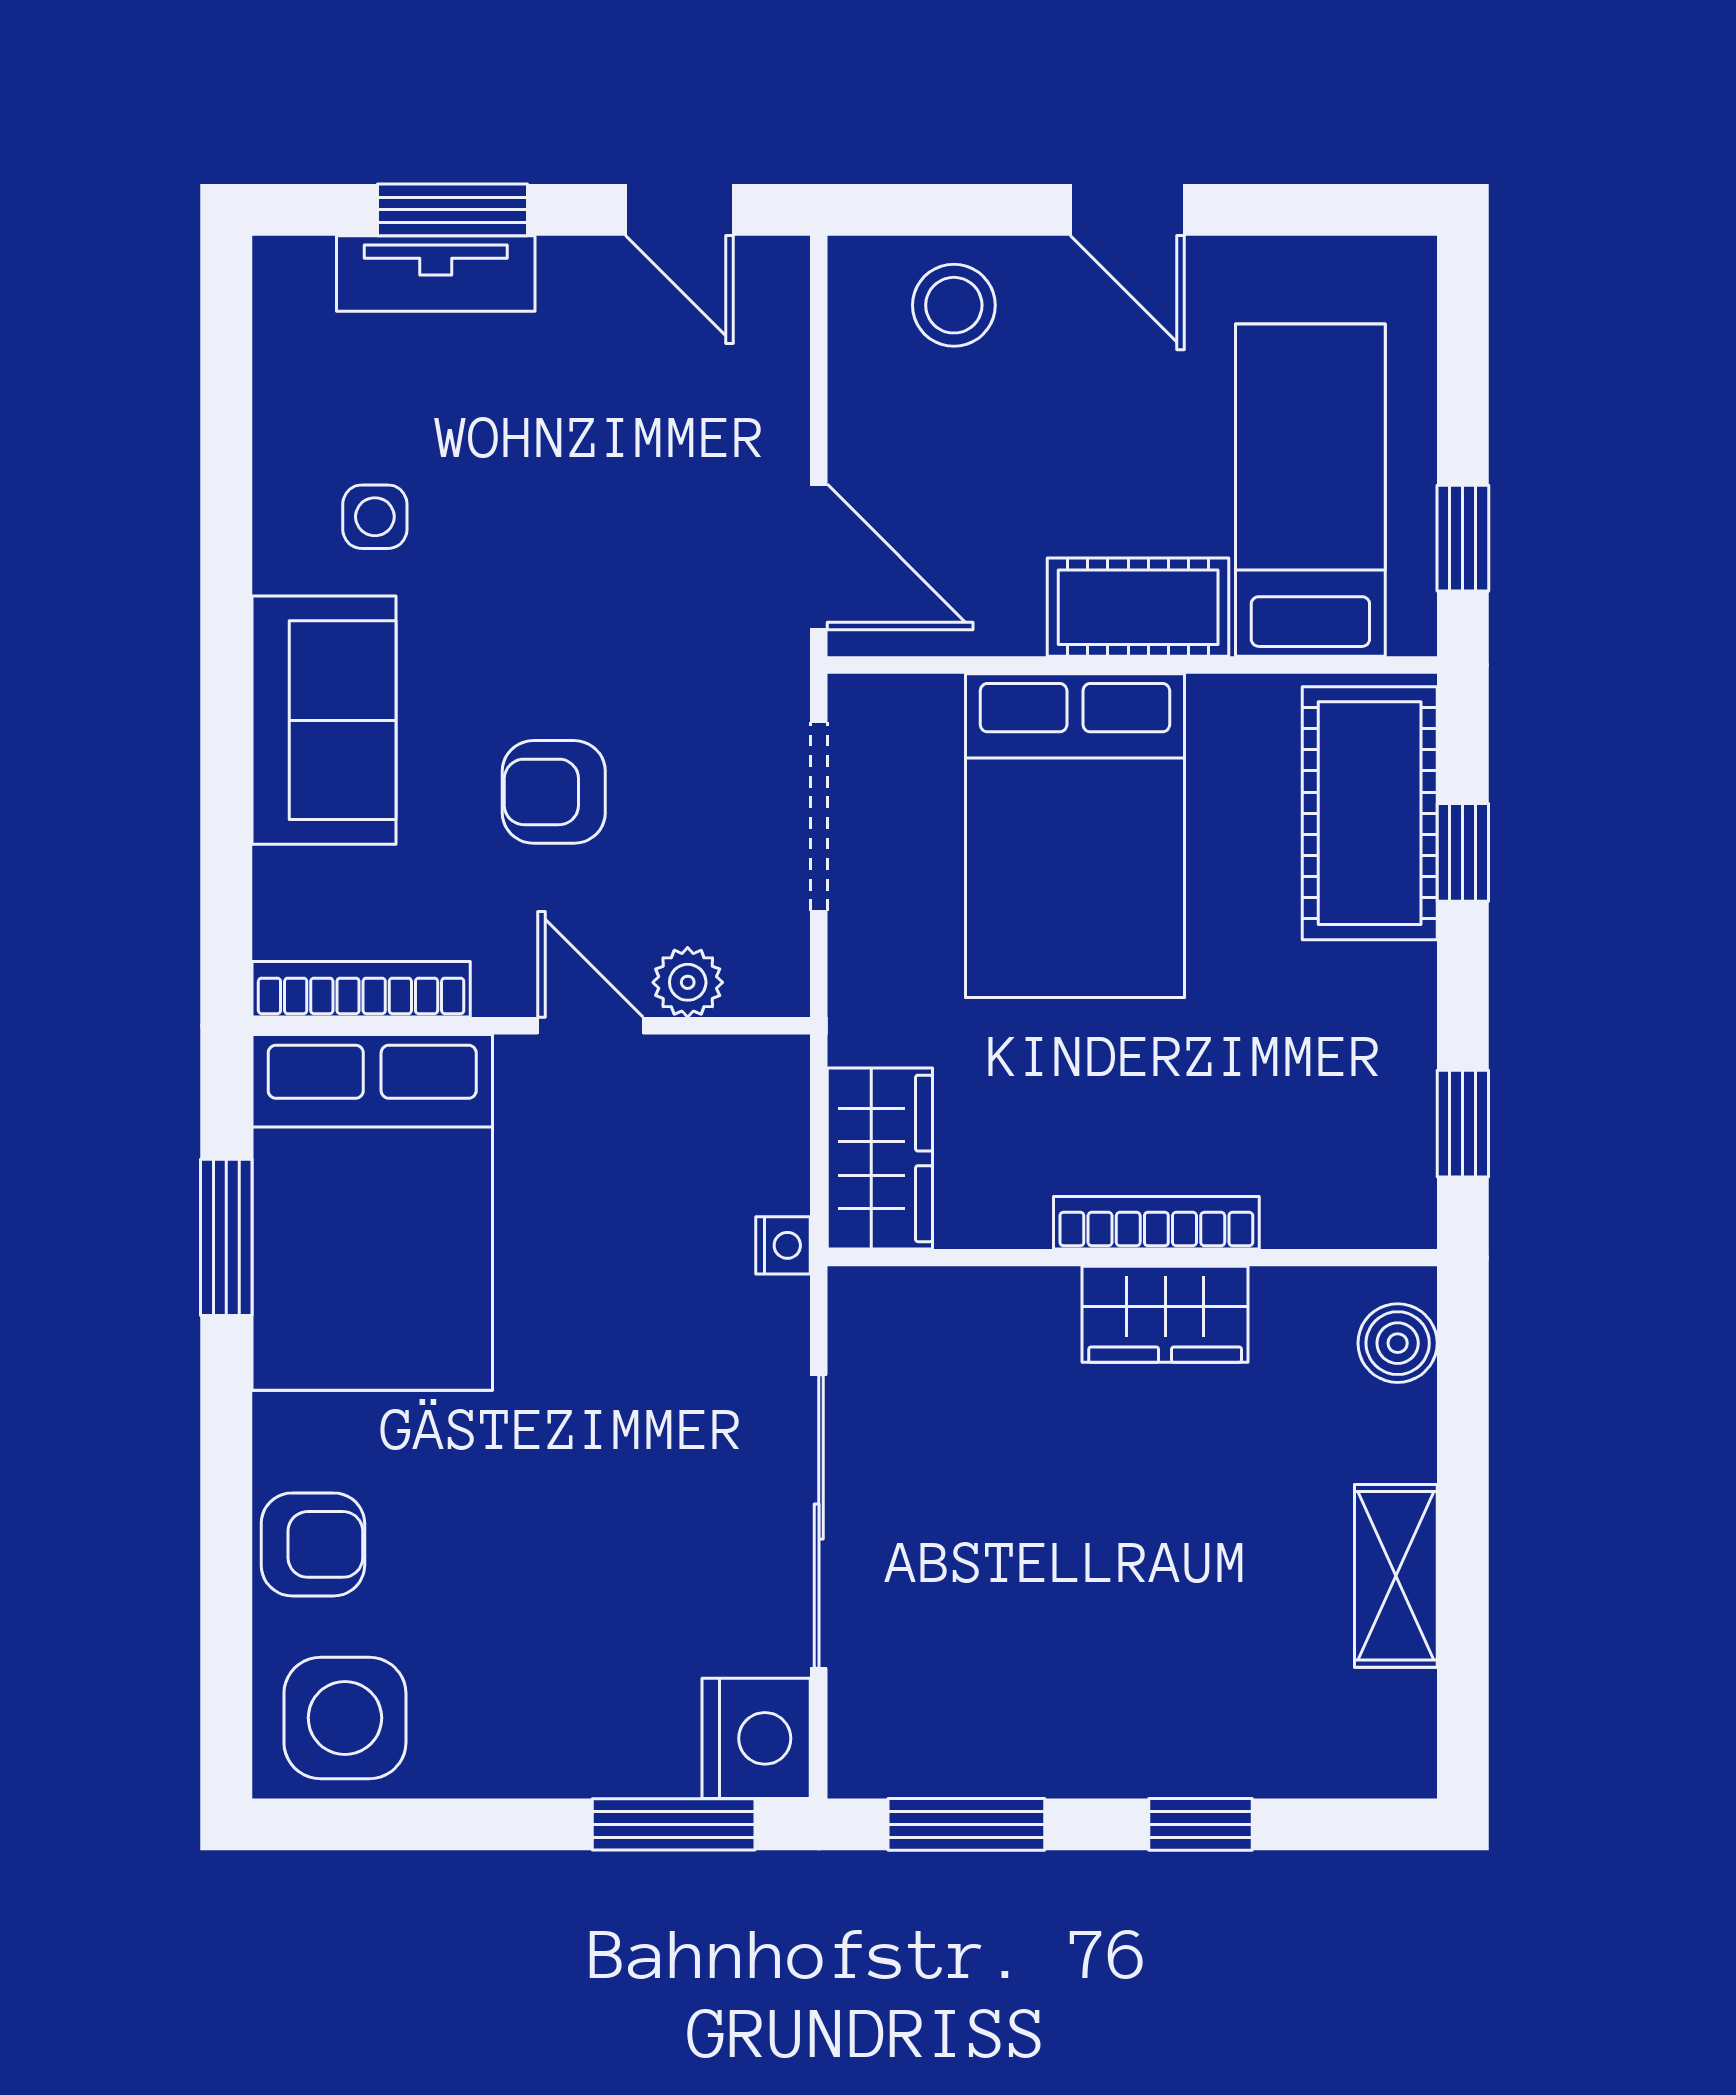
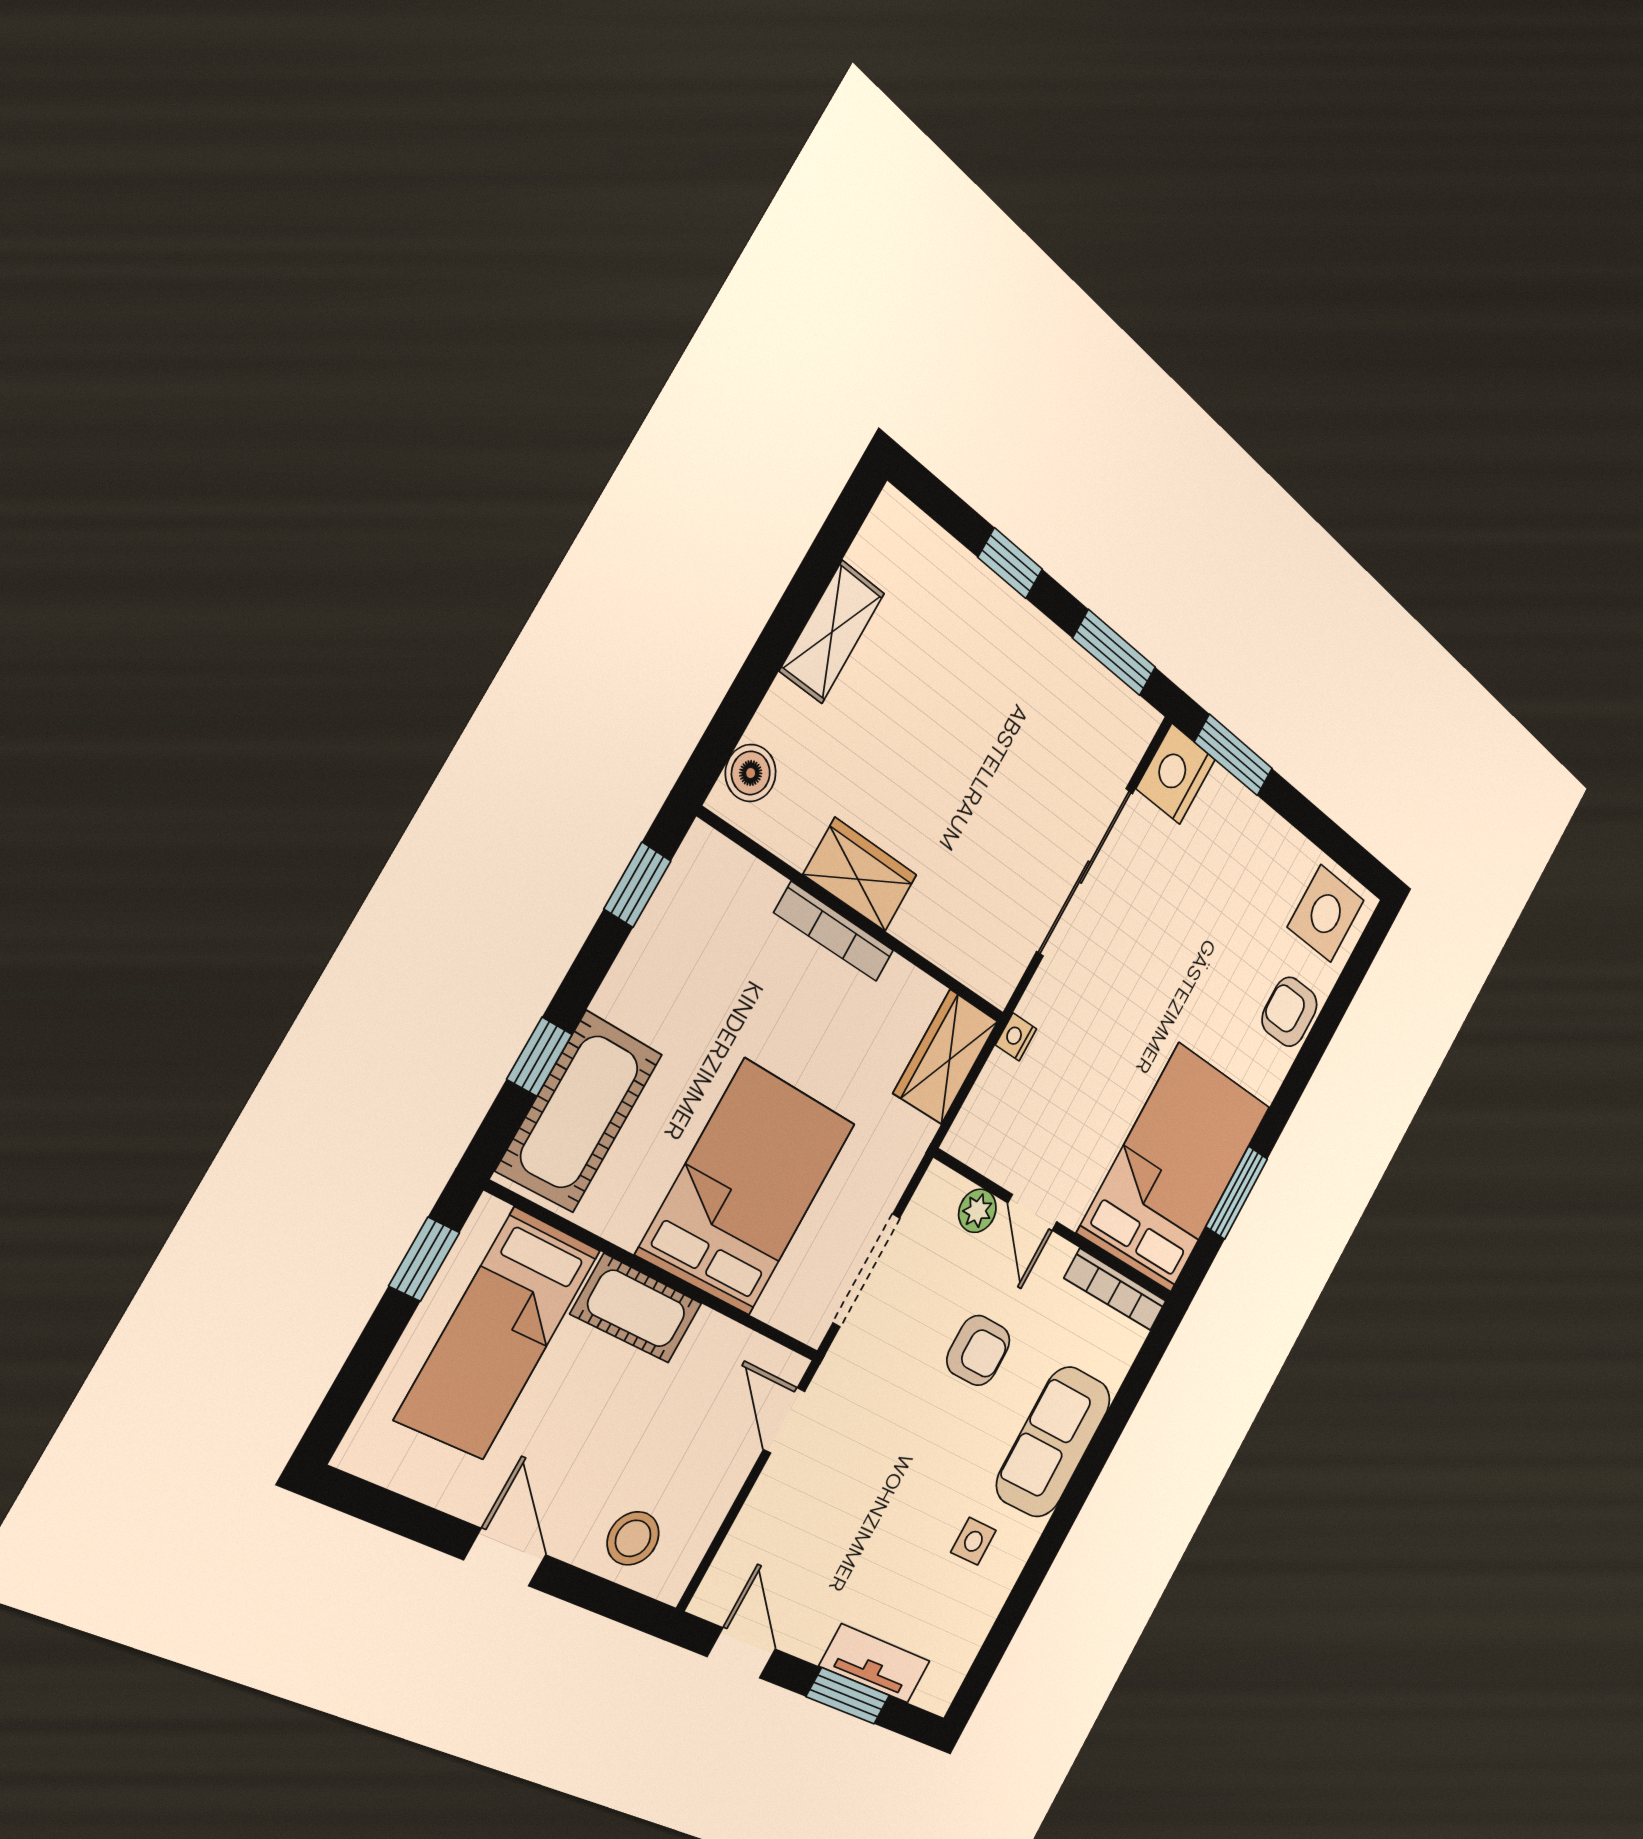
door: (819, 557) -> (784, 1420), width x0.73

